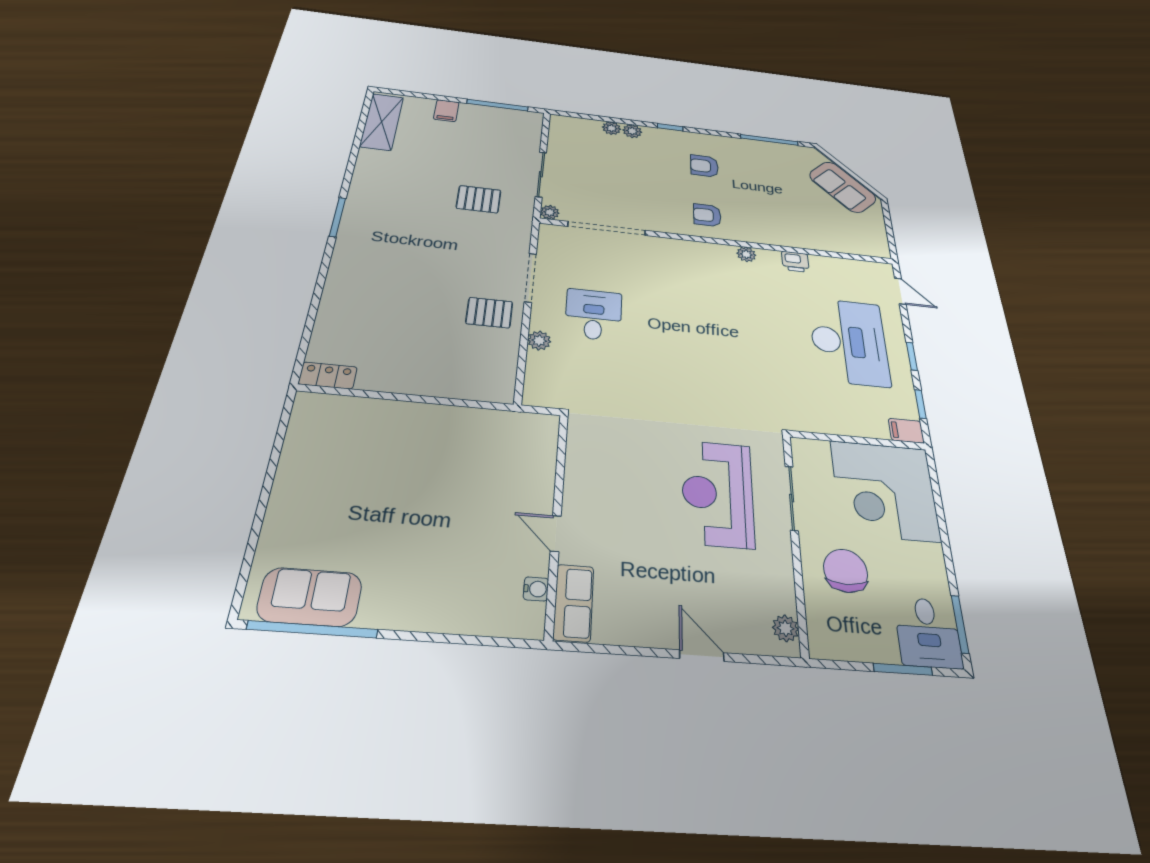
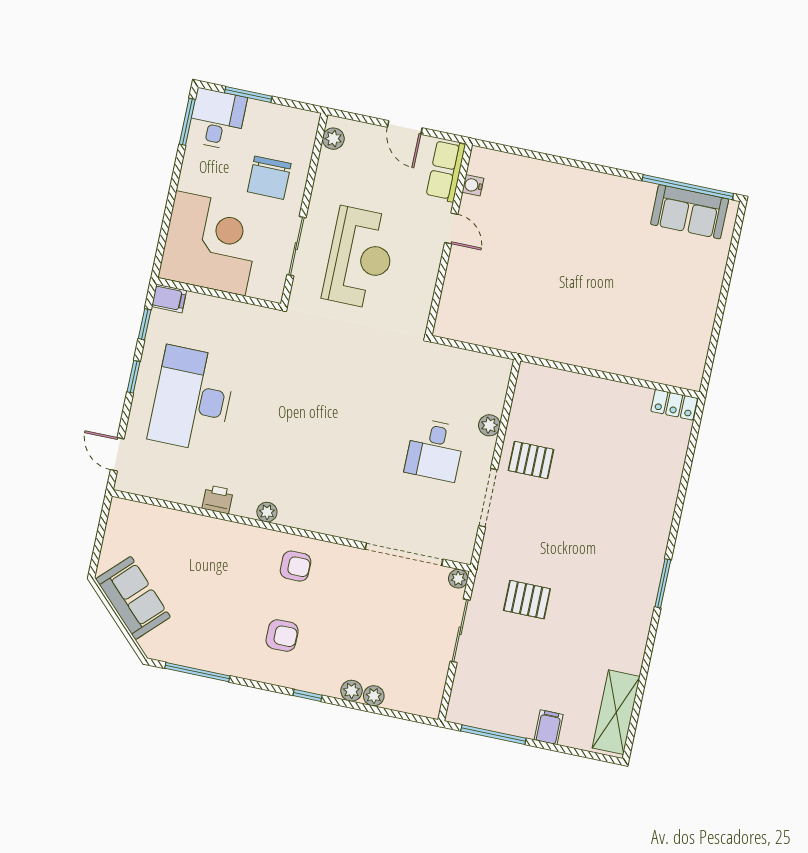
wall: (557, 520) -> (449, 240), moved
door: (556, 534) -> (451, 228), moved
water cooler: (536, 589) -> (473, 185), moved
row of seats: (573, 603) -> (446, 171), moved

